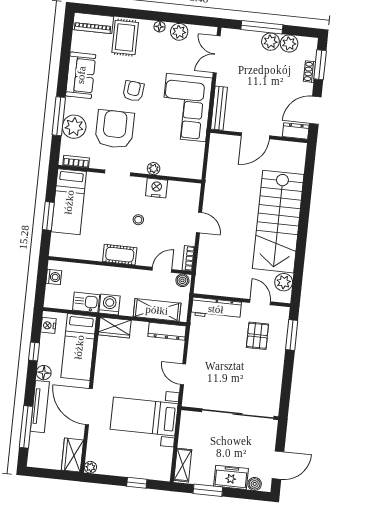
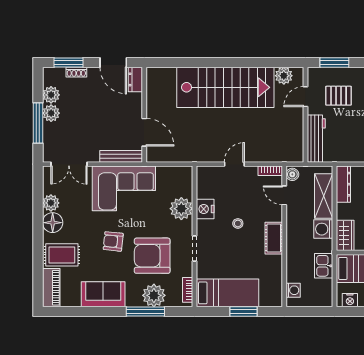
floor lamp: (160, 27) -> (53, 223), width x1.89, depth x1.89
door: (255, 136) -> (144, 132), moved
plant: (154, 169) -> (181, 209), width x1.88, depth x1.88
washing machine: (54, 277) -> (293, 290), moved, turned 90
washing machine: (110, 304) -> (323, 229), moved

